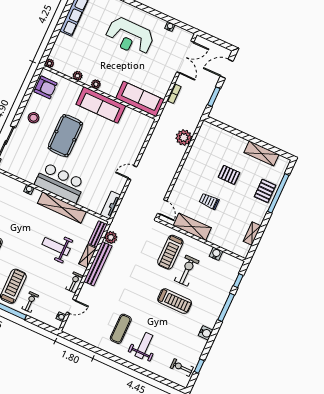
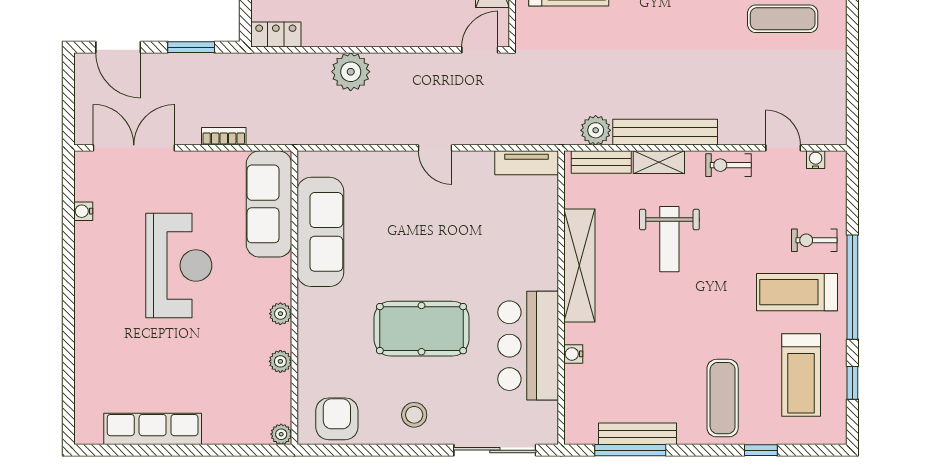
reception desk: (130, 37) -> (179, 265), moved
sofa: (101, 105) -> (320, 232), moved
locker: (204, 131) -> (276, 35), added
plant: (184, 138) -> (351, 72), moved
bar counter: (60, 183) -> (528, 346), moved

